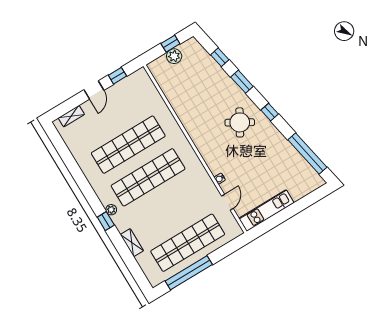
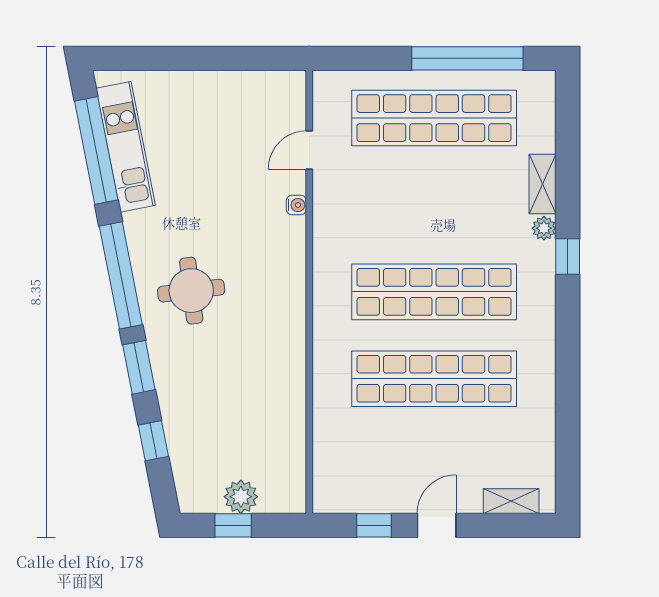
window: (270, 112) -> (121, 275), width x3.17
round table: (240, 122) -> (191, 291), turned -37
plant: (111, 210) -> (544, 228), moved
kitchen unit: (266, 211) -> (126, 147), moved, turned -101

